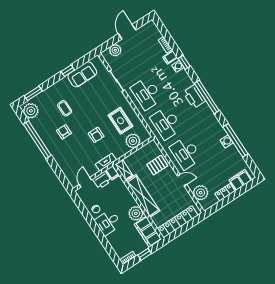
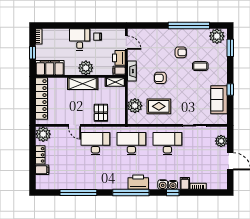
water cooler: (227, 141) -> (163, 185), moved
door: (182, 180) -> (74, 125), hinge flipped
filing cabinet: (240, 180) -> (42, 170), width x0.50
plant: (201, 193) -> (43, 134), moved
shelving: (143, 196) -> (83, 84), width x0.68
plant: (136, 213) -> (86, 68), moved

